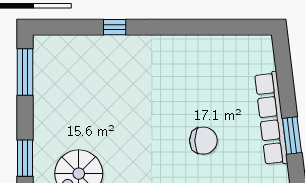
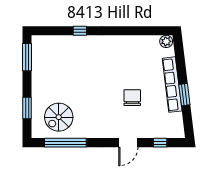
plant: (261, 45) -> (166, 41), added
chair: (203, 141) -> (132, 98), turned -90

